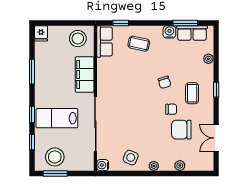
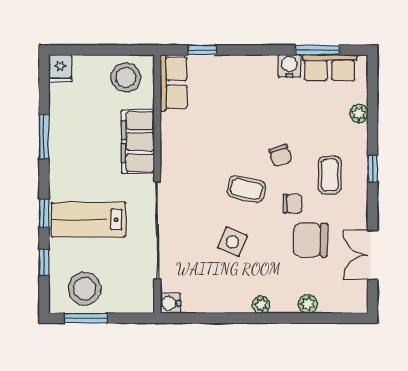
coffee table: (139, 44) -> (246, 189), moved
side table: (131, 158) -> (232, 242), moved

